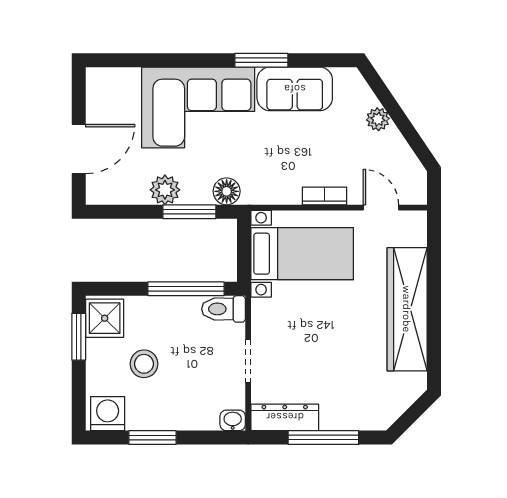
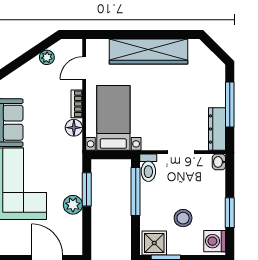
plant: (378, 119) -> (47, 57), moved
floor lamp: (227, 191) -> (74, 128), moved

